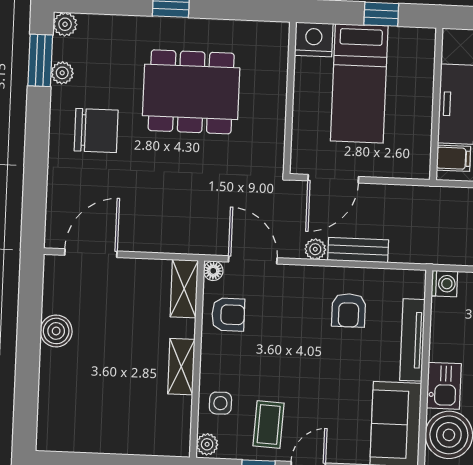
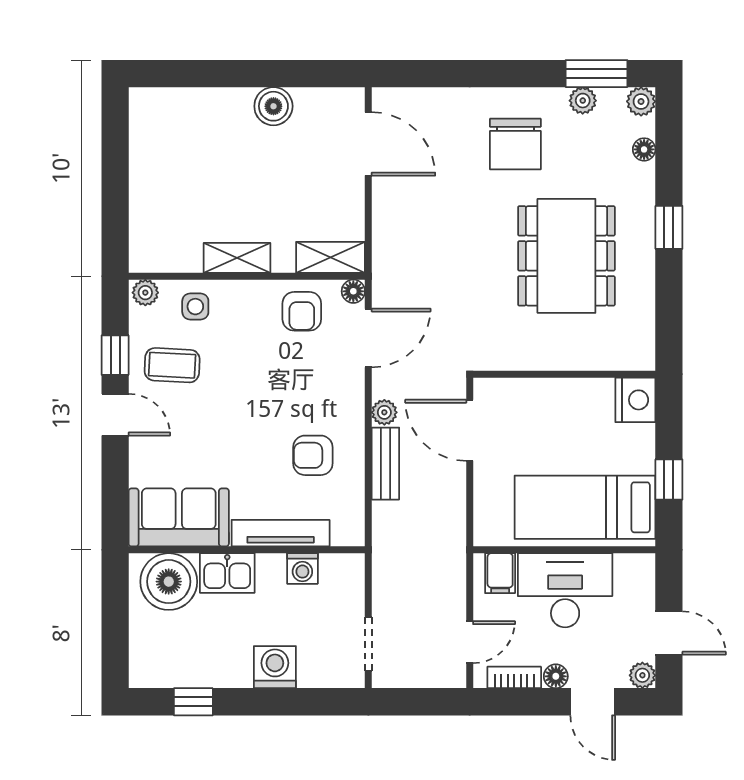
floor lamp: (105, 23) -> (644, 149), added
bed: (359, 83) -> (585, 507), moved
washing machine: (444, 284) -> (302, 568), moved

